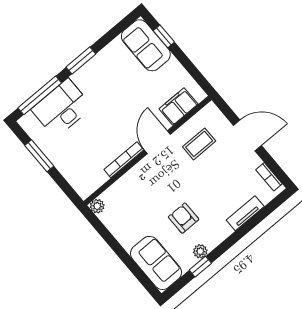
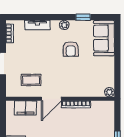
plant: (200, 251) -> (64, 25), moved

